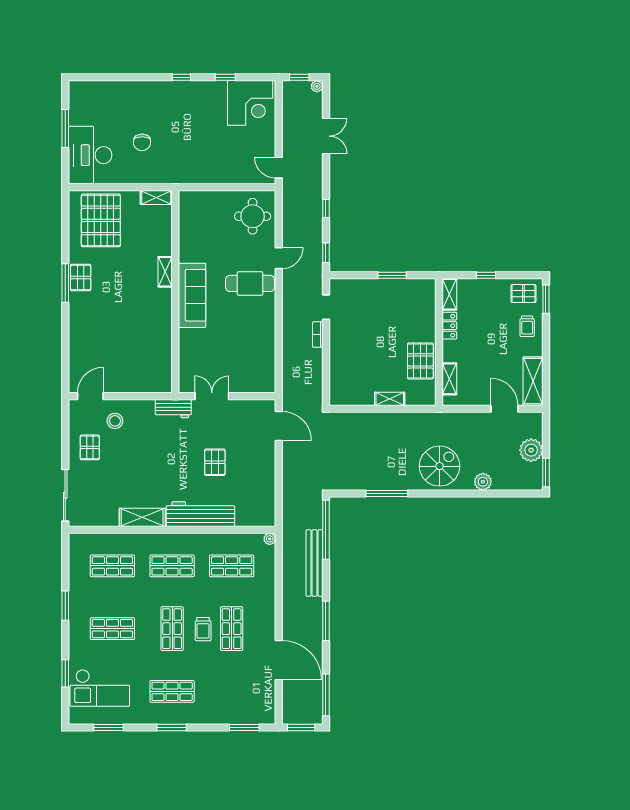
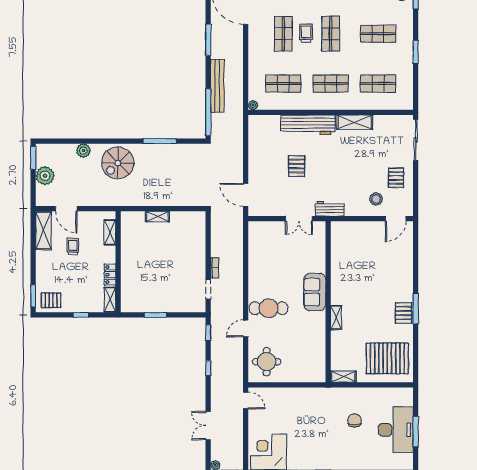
desk: (90, 155) -> (396, 430), moved
pallet: (101, 220) -> (387, 358), turned 90
sofa: (192, 295) -> (315, 292), width x0.73
trolley: (527, 326) -> (73, 246), moved
pallet: (420, 361) -> (133, 247), removed

